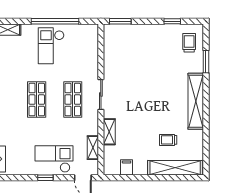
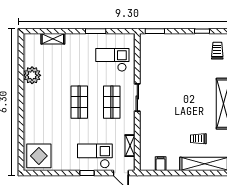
window: (55, 21) -> (96, 31), width x0.47
checkout: (51, 46) -> (112, 60), moved, turned 90
shelving: (109, 132) -> (145, 131), removed

